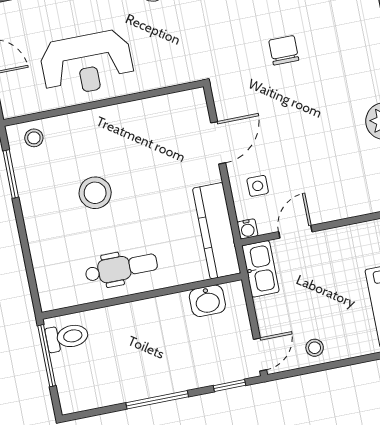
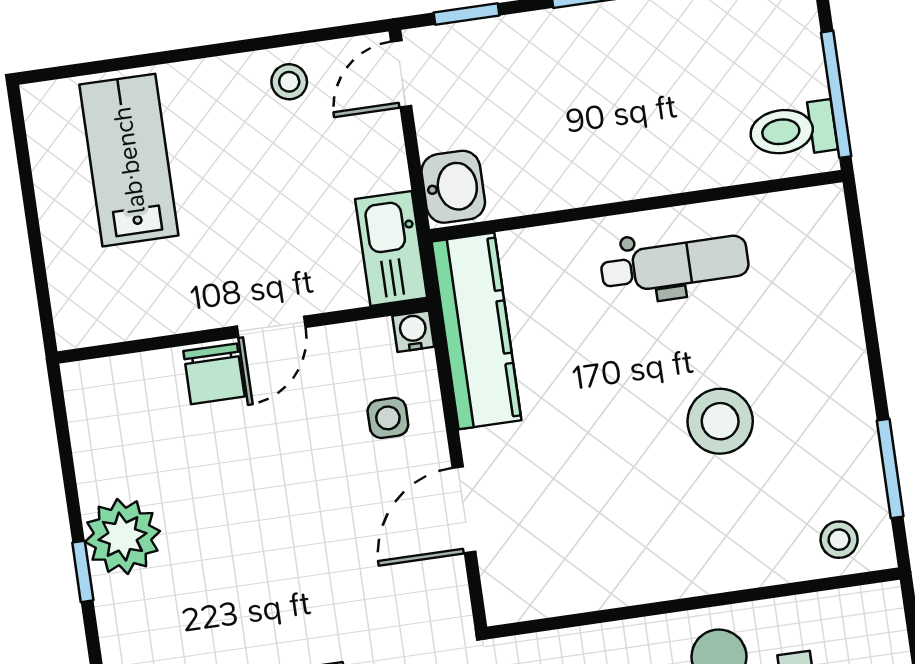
chair: (344, 203) -> (214, 374), added
door: (295, 232) -> (271, 327), moved
dental chair: (121, 268) -> (675, 265), turned 180
washbasin: (207, 301) -> (453, 187), moved, turned 90

